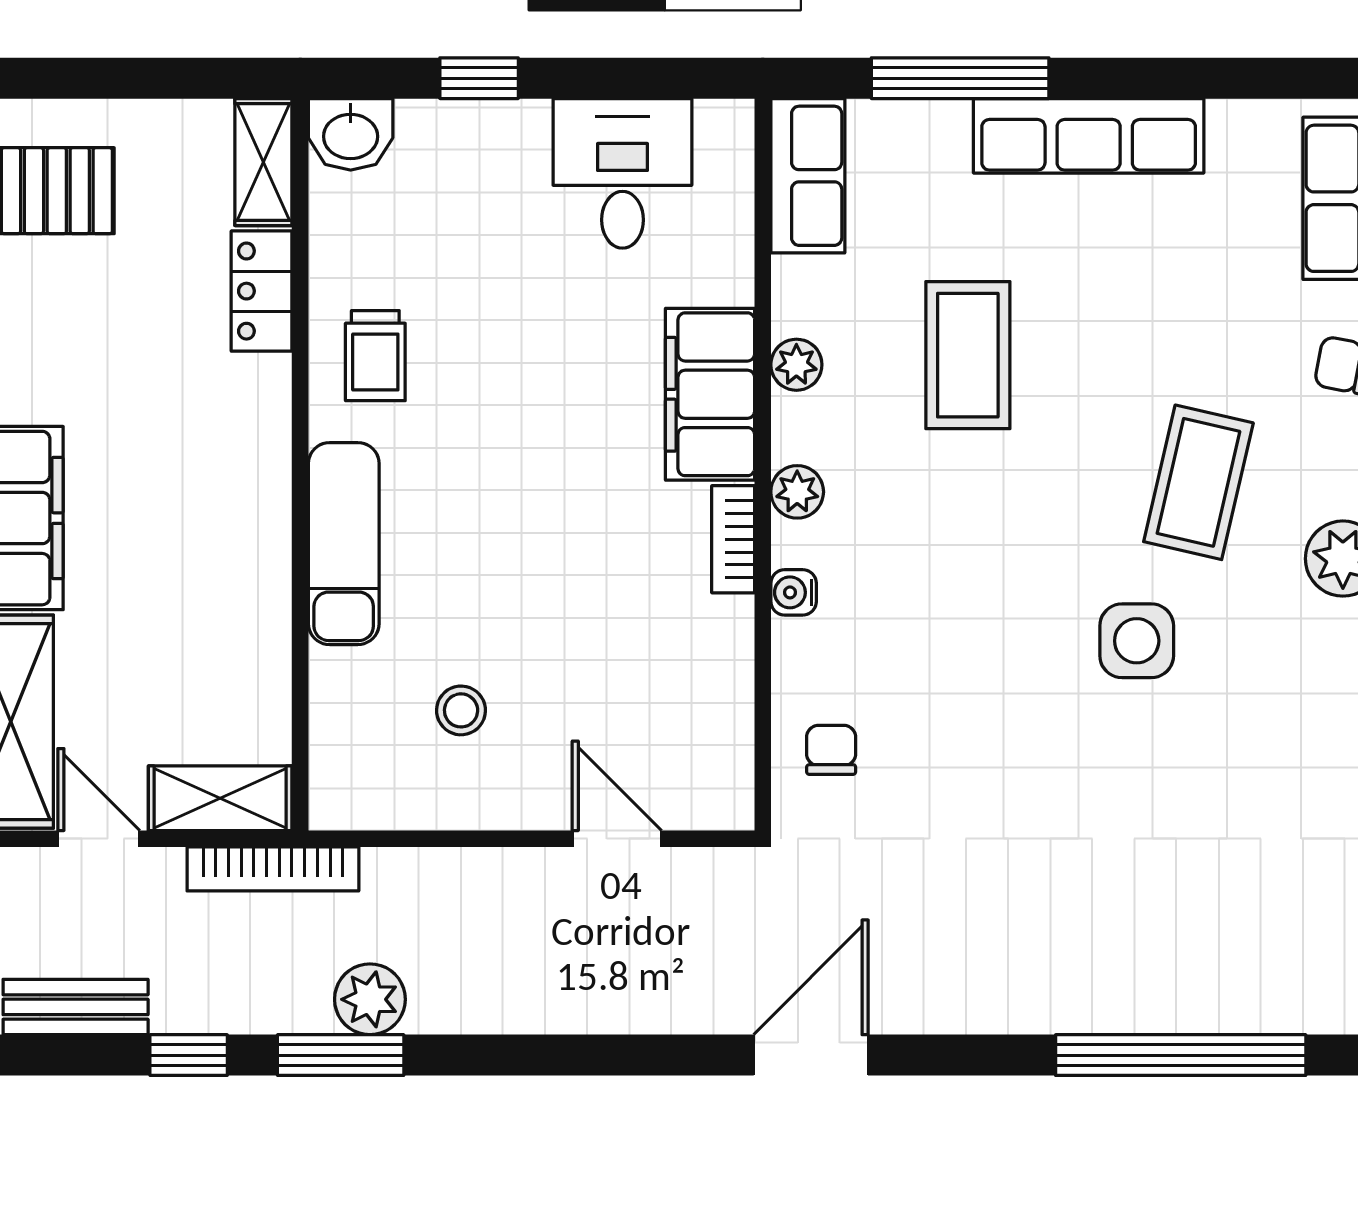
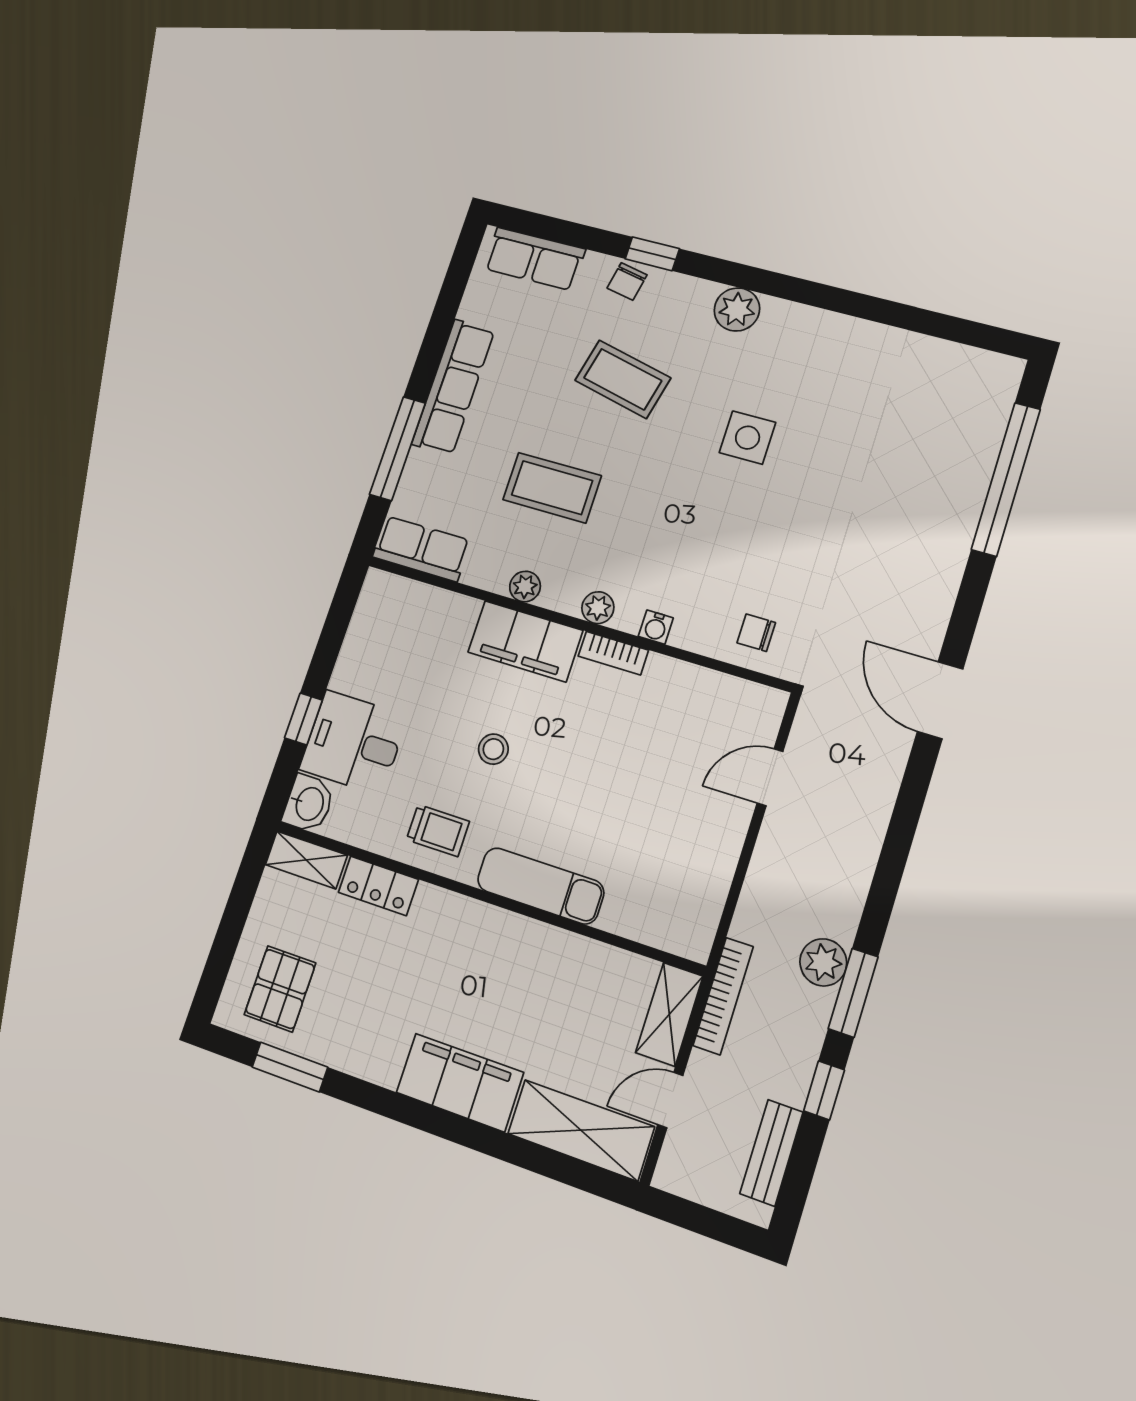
desk: (622, 173) -> (354, 743), moved
coffee table: (1198, 482) -> (623, 379), moved
stool: (461, 710) -> (493, 749), moved

